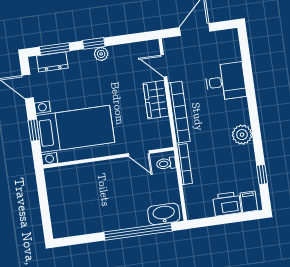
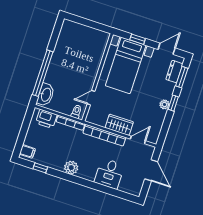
printer: (227, 204) -> (46, 119), moved, turned 90

